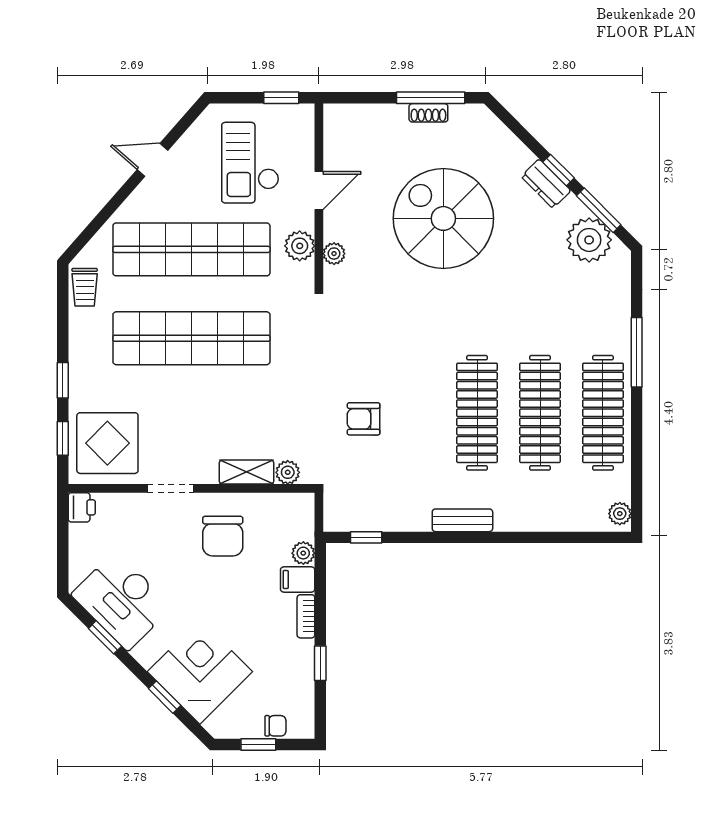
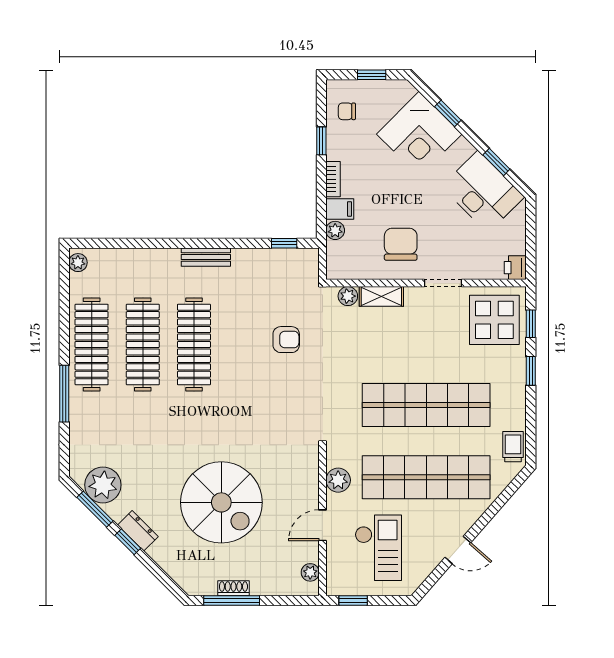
plant: (334, 254) -> (310, 572), moved
chair: (275, 726) -> (347, 111), moved

